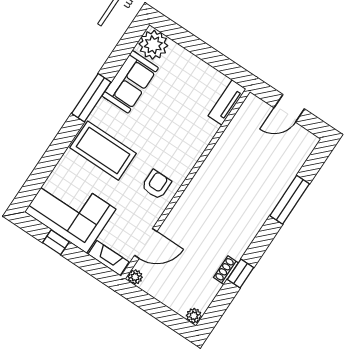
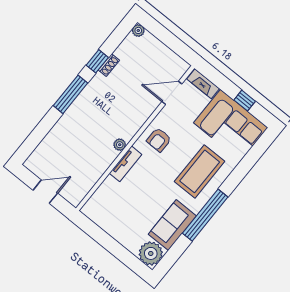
window: (91, 98) -> (205, 215), width x1.46
tv unit: (227, 102) -> (126, 164), moved
coffee table: (103, 151) -> (200, 171), turned 90
window: (290, 200) -> (70, 94), moved
plant: (135, 277) -> (120, 145), moved

